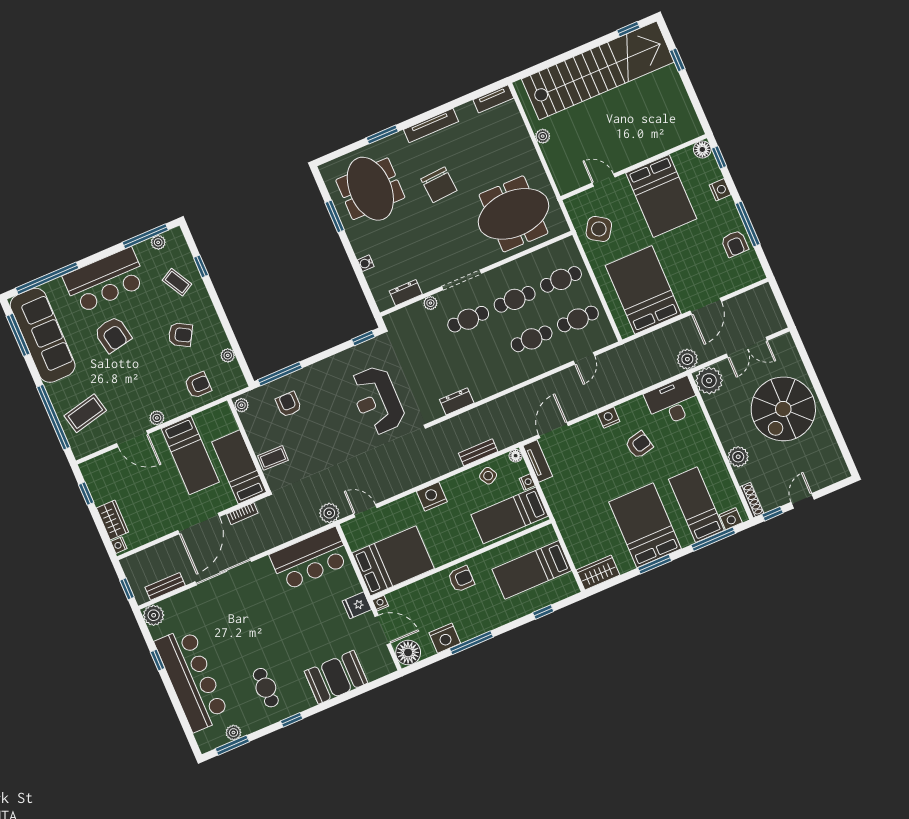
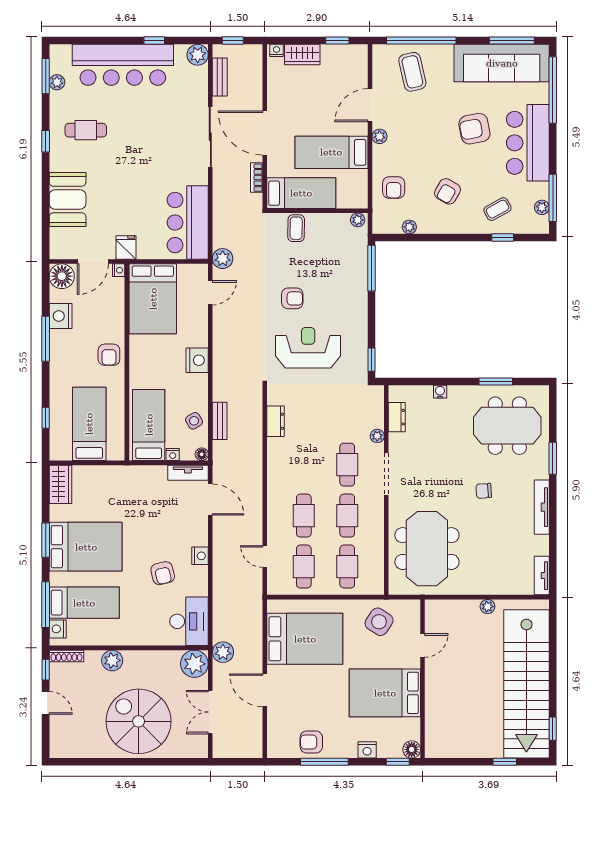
chair: (439, 185) -> (484, 491), width x0.54, depth x0.54
armchair: (288, 404) -> (292, 298), moved

